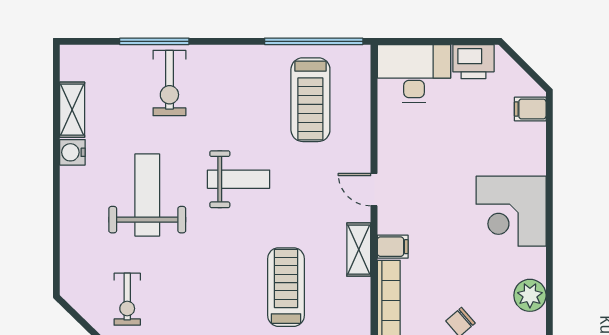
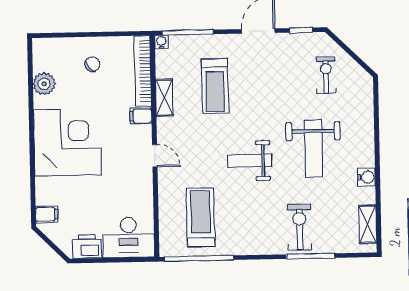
shelving: (72, 110) -> (368, 224), moved
corner desk: (511, 211) -> (67, 142), width x1.36, depth x1.36
shelving: (359, 250) -> (164, 98), moved

